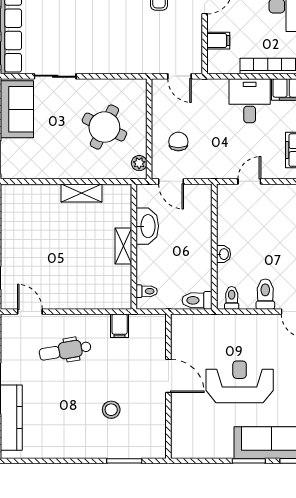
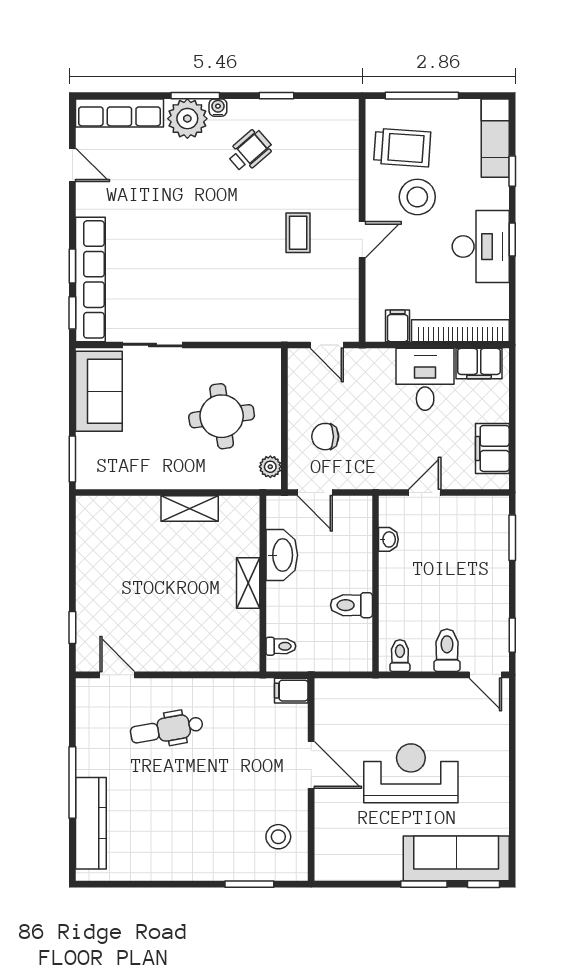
filing cabinet: (218, 41) -> (398, 326), moved, turned -90
round table: (104, 127) -> (222, 416), turned -34
chair: (178, 142) -> (325, 437), turned -90
washbasin: (224, 254) -> (388, 539), moved
toilet: (197, 300) -> (351, 605), moved
filing cabinet: (120, 326) -> (291, 691), moved, turned 90
stool: (111, 410) -> (278, 837), moved

